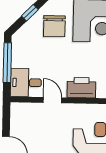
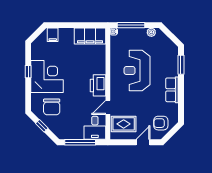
chair: (54, 26) -> (52, 107), turned 90
rug: (30, 120) -> (124, 124), added

